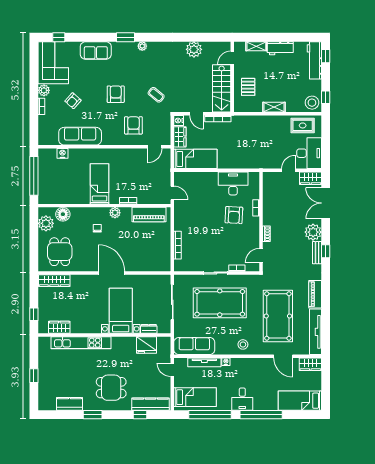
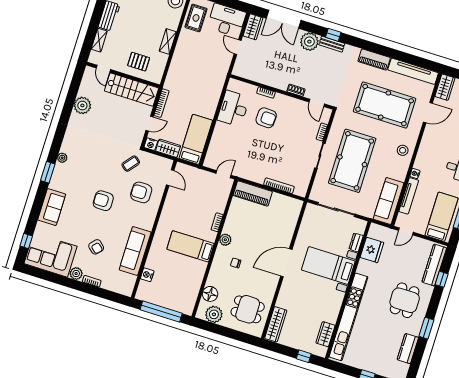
coffee table: (156, 95) -> (131, 164), moved
piano: (149, 215) -> (253, 194), moved, turned 90
kitchen unit: (81, 343) -> (348, 317), width x1.36

